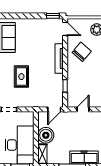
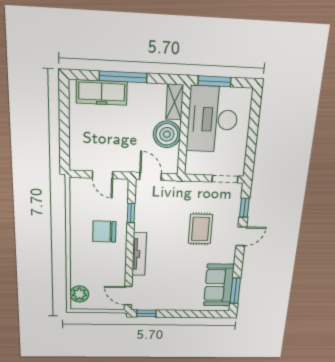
chair: (82, 52) -> (104, 232), moved, turned 49
door: (54, 109) -> (150, 176), hinge flipped
door: (83, 109) -> (103, 175), hinge flipped

